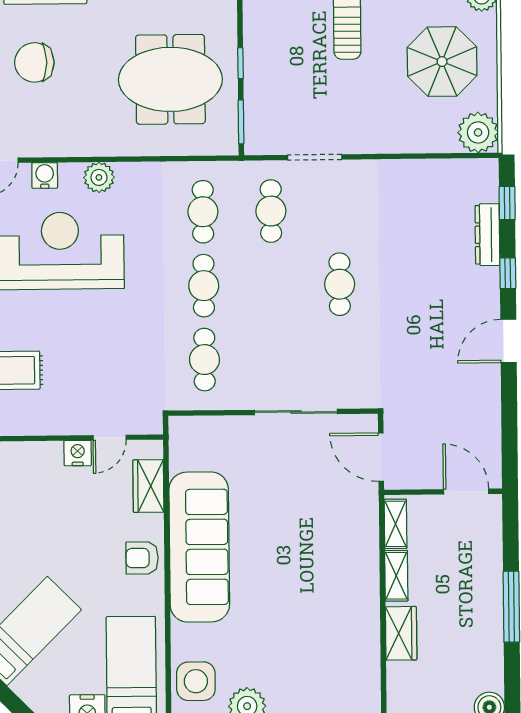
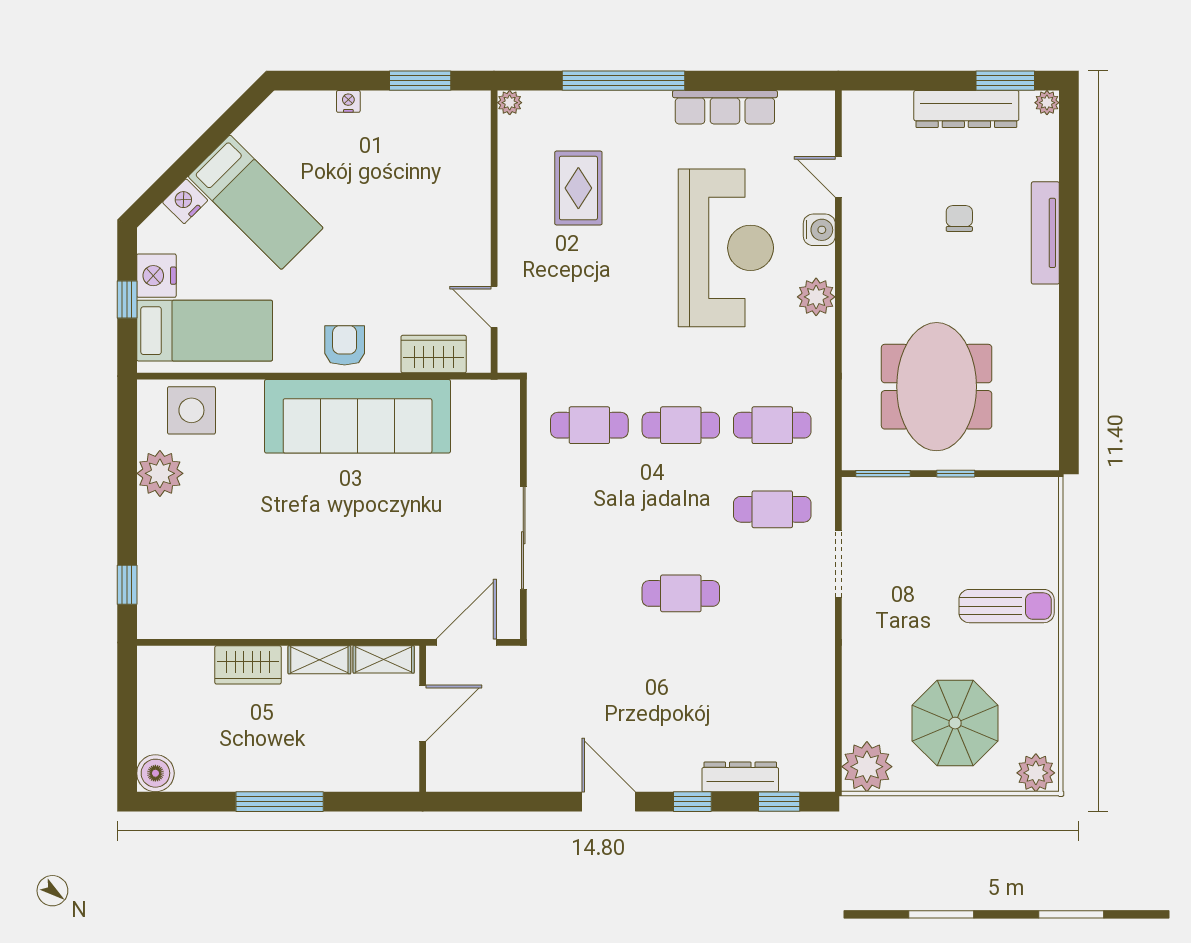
chair: (34, 62) -> (959, 219), width x0.54, depth x0.54
nightstand: (78, 453) -> (185, 201), moved, turned -135
door: (466, 492) -> (423, 713), moved

